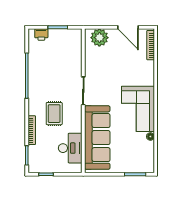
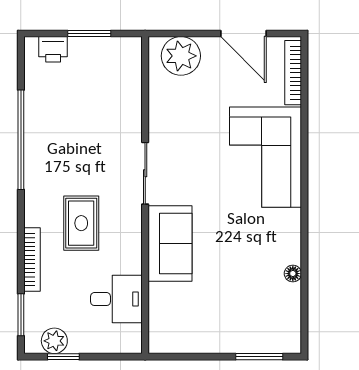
corner sofa: (138, 109) -> (265, 157), moved
sofa: (97, 138) -> (170, 244), width x0.54, depth x0.79
desk: (70, 148) -> (116, 299), width x0.73
plant: (42, 167) -> (54, 341), added

